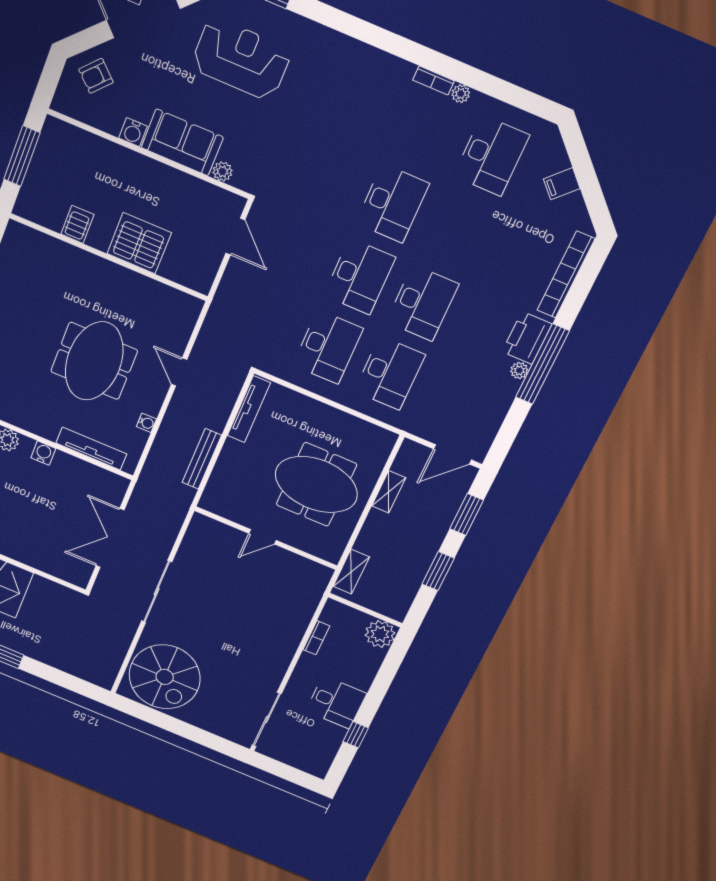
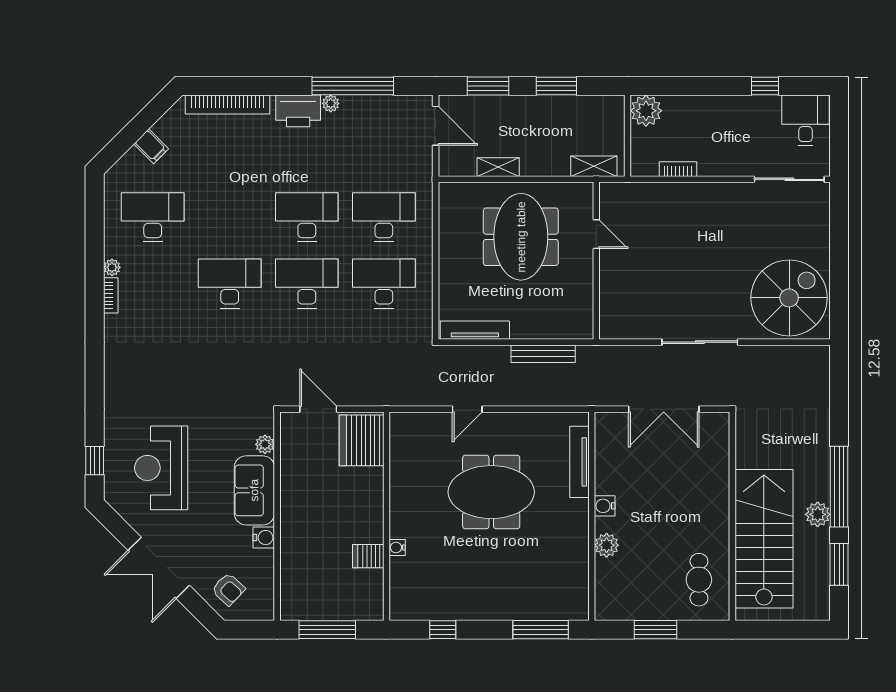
door: (235, 237) -> (318, 409), hinge flipped
server rack: (139, 243) -> (362, 440), moved
window: (542, 364) -> (353, 86), moved
water cooler: (146, 423) -> (397, 547), moved, turned -90
door: (263, 537) -> (596, 234), moved
desk: (336, 702) -> (805, 120), moved

